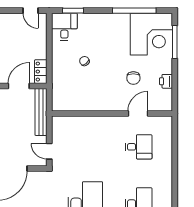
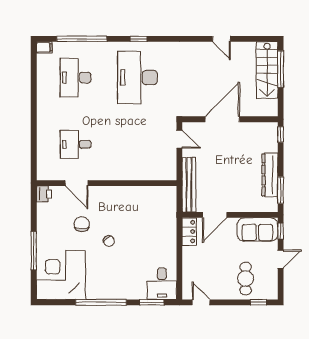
window: (134, 11) -> (101, 302), moved
window: (175, 42) -> (34, 251), moved
chair: (84, 61) -> (109, 241), moved
printer: (166, 81) -> (44, 194), moved
door: (138, 113) -> (76, 183), hinge flipped

